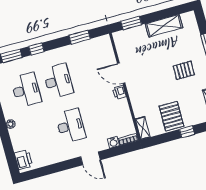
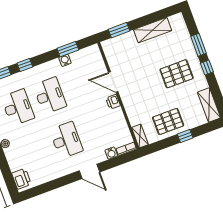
water cooler: (76, 48) -> (65, 60), added
pallet: (184, 70) -> (177, 74), width x1.50, depth x1.42
pallet: (171, 116) -> (168, 121), turned 90

